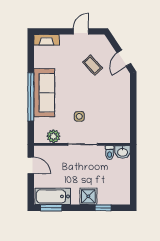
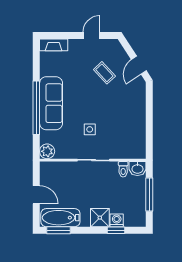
plant: (53, 136) -> (47, 151), moved
door: (31, 165) -> (36, 195), moved
window: (133, 175) -> (149, 195), added
washing machine: (104, 199) -> (117, 220), added

